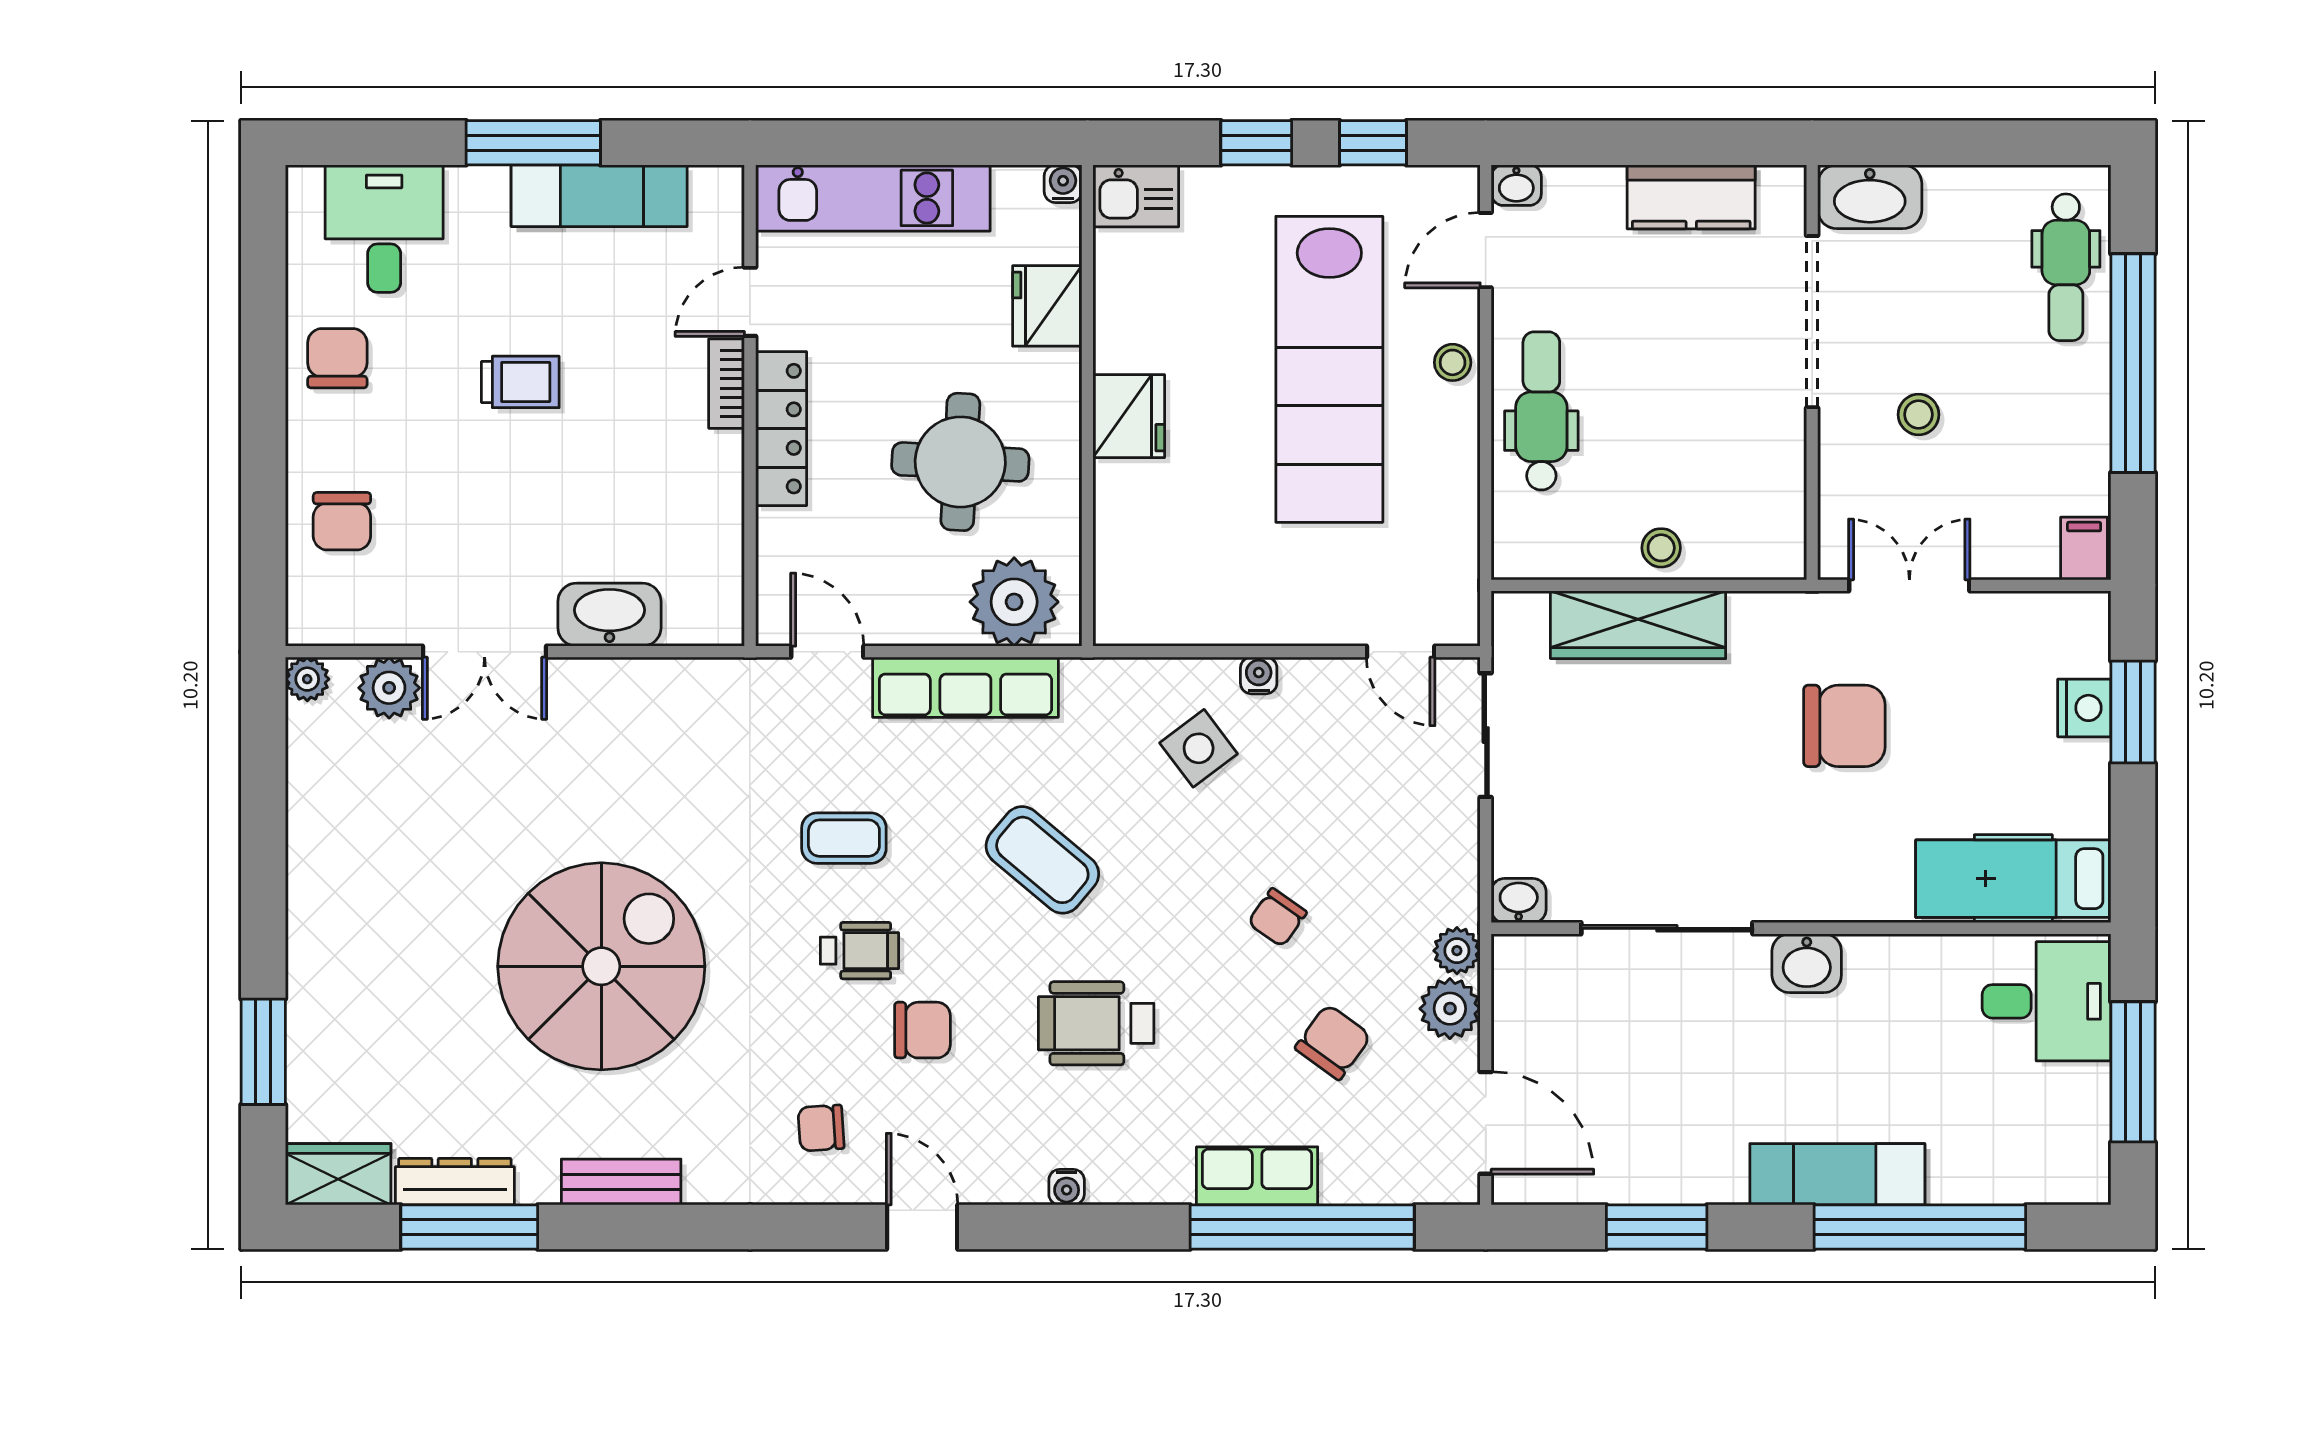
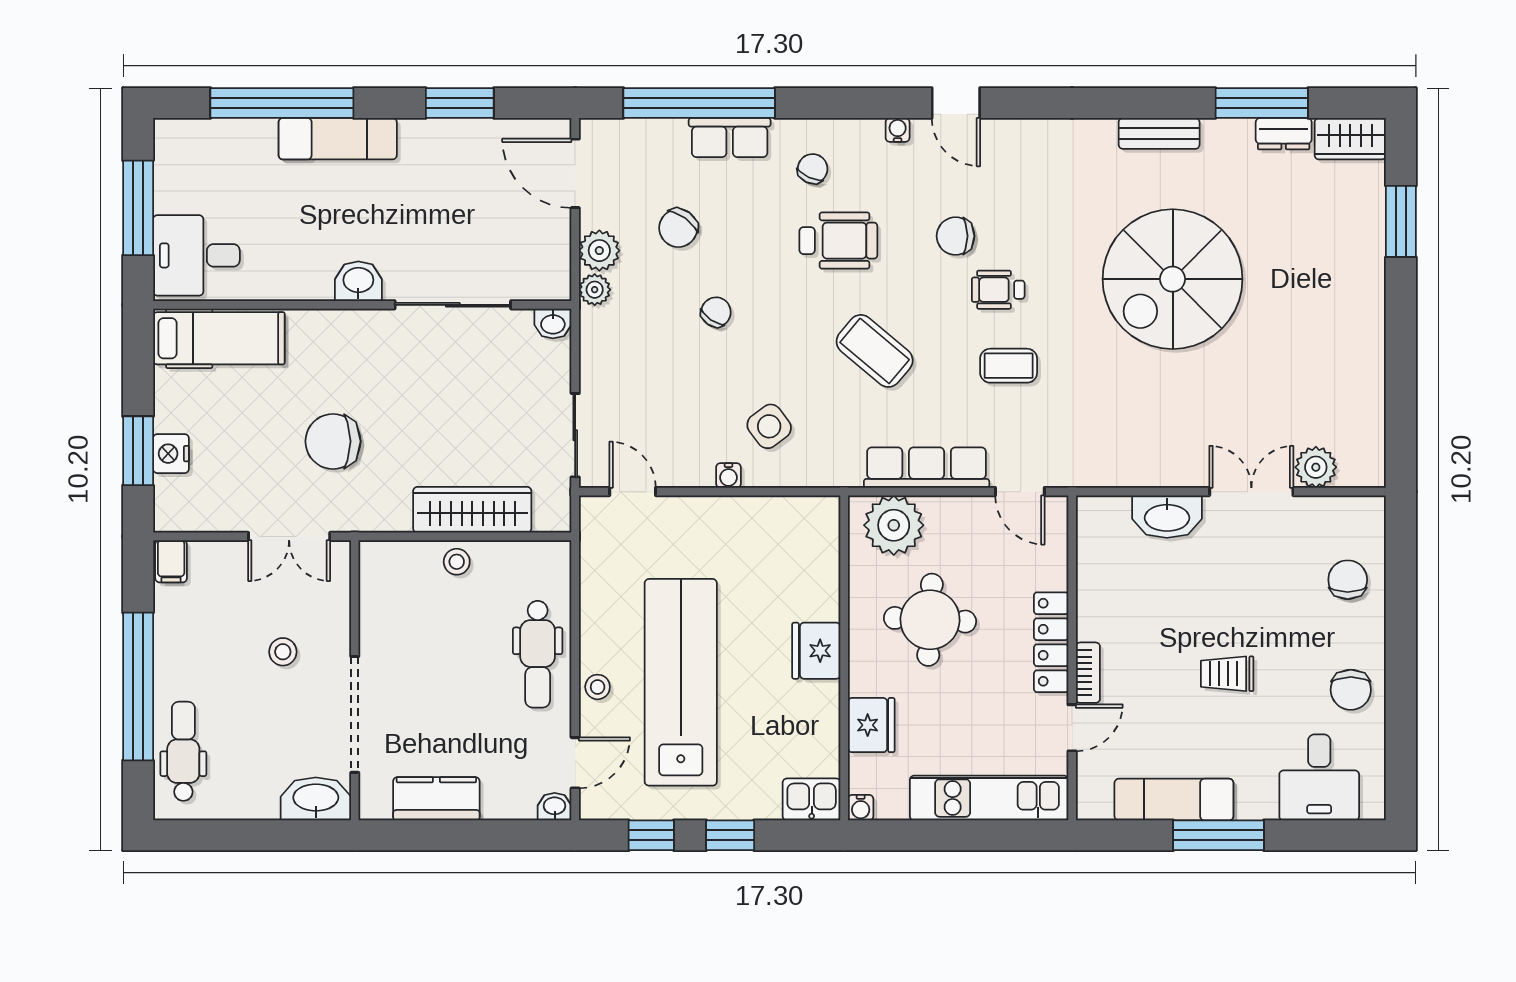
plant: (307, 679) -> (1371, 473), removed
chair: (821, 1128) -> (813, 169), moved, turned -61
dresser: (455, 1182) -> (1284, 134), width x0.70
water cooler: (1067, 1187) -> (898, 130), moved

